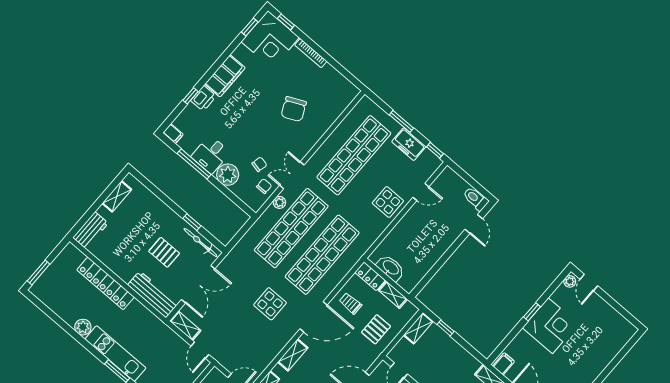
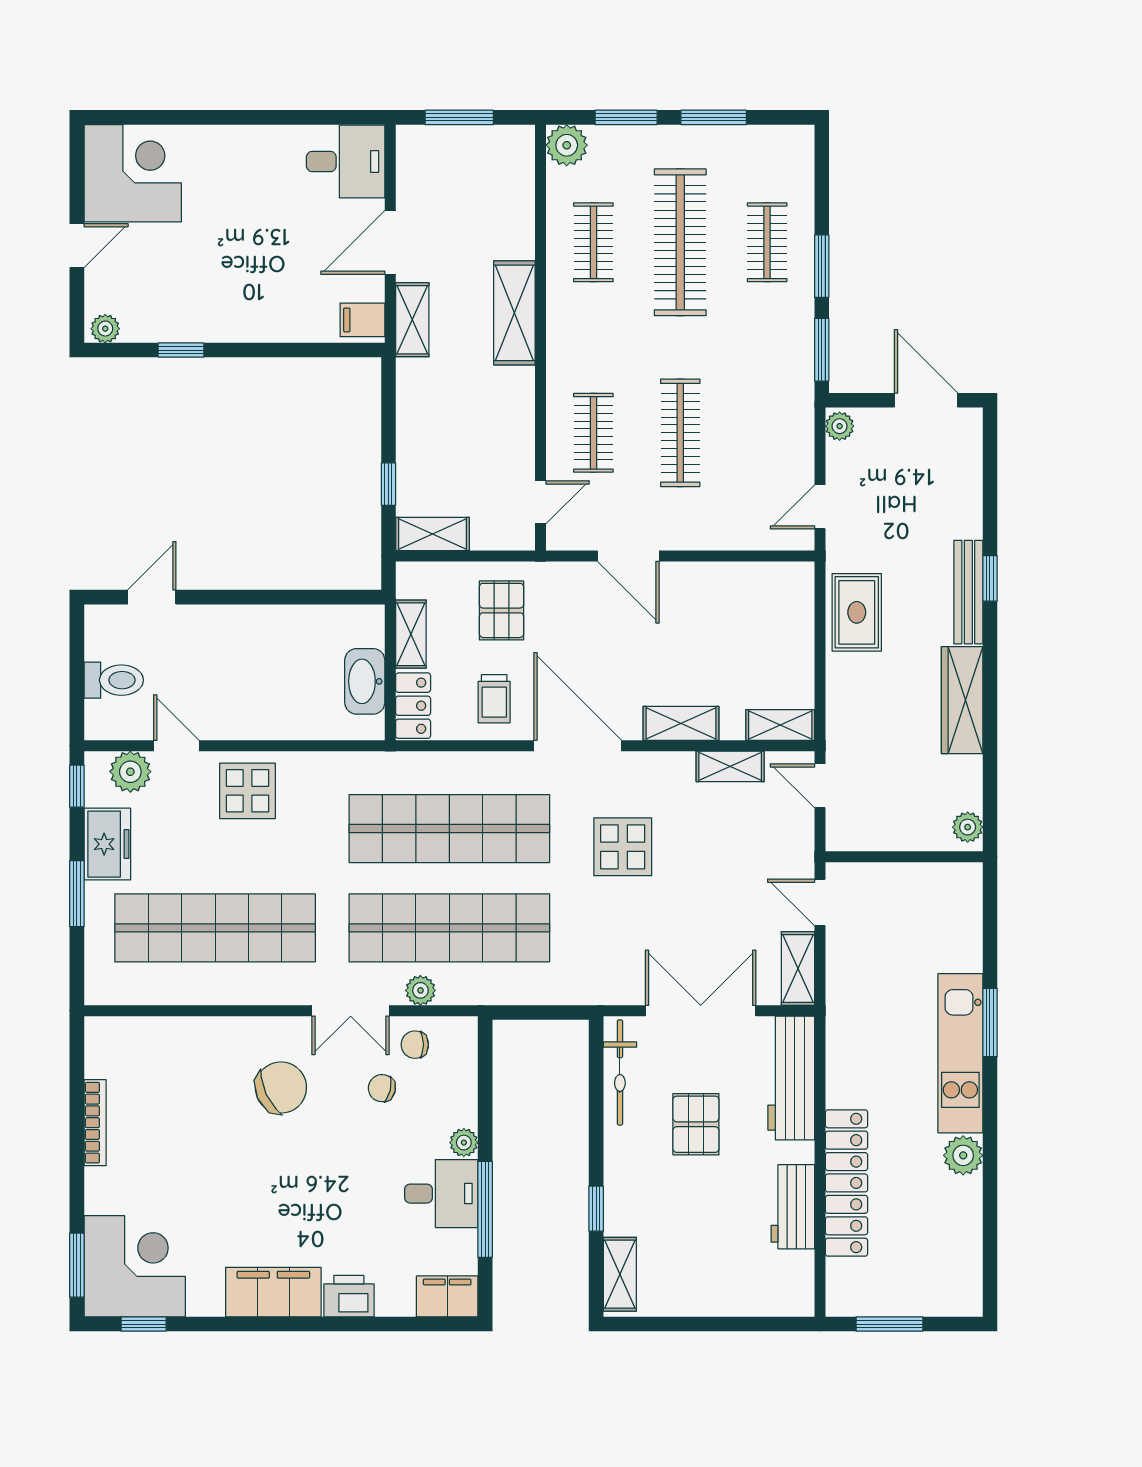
window: (286, 22) -> (77, 1265), width x1.50
bookcase: (311, 53) -> (95, 1123), moved
window: (191, 96) -> (365, 1324), removed
chair: (294, 109) -> (281, 1088), moved
filing cabinet: (173, 134) -> (447, 1296), width x2.00
plant: (425, 171) -> (130, 772), added
plant: (228, 175) -> (464, 1143), width x0.53, depth x0.53
shelving: (117, 196) -> (620, 1274), moved, turned 90
toilet: (476, 199) -> (114, 680), moved, turned -90
window: (192, 222) -> (596, 1209), moved
workbench: (90, 230) -> (793, 1207), moved, turned -90
window: (39, 273) -> (889, 1324), moved
door: (589, 283) -> (77, 246), moved
window: (532, 312) -> (181, 350), moved
corner desk: (550, 326) -> (133, 173), moved, turned 90
pallet: (376, 329) -> (501, 610), turned 90
door: (200, 350) -> (820, 903), swing flipped
shelving: (266, 359) -> (730, 766), added

